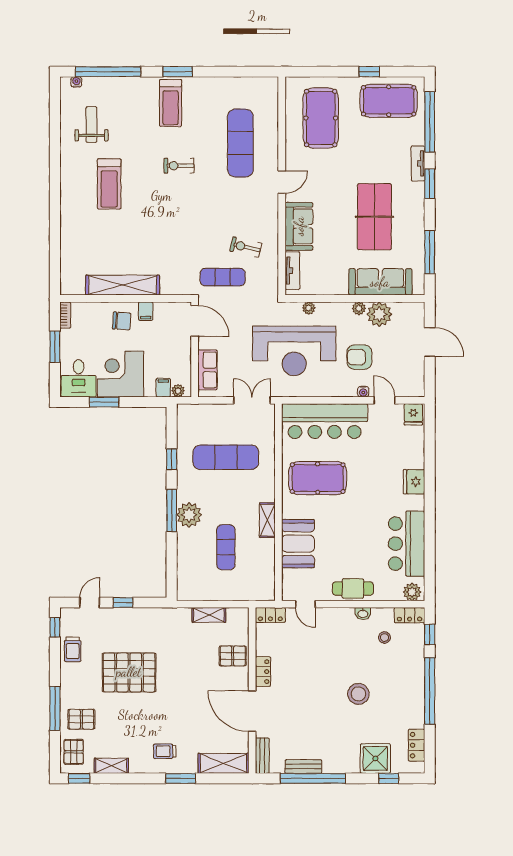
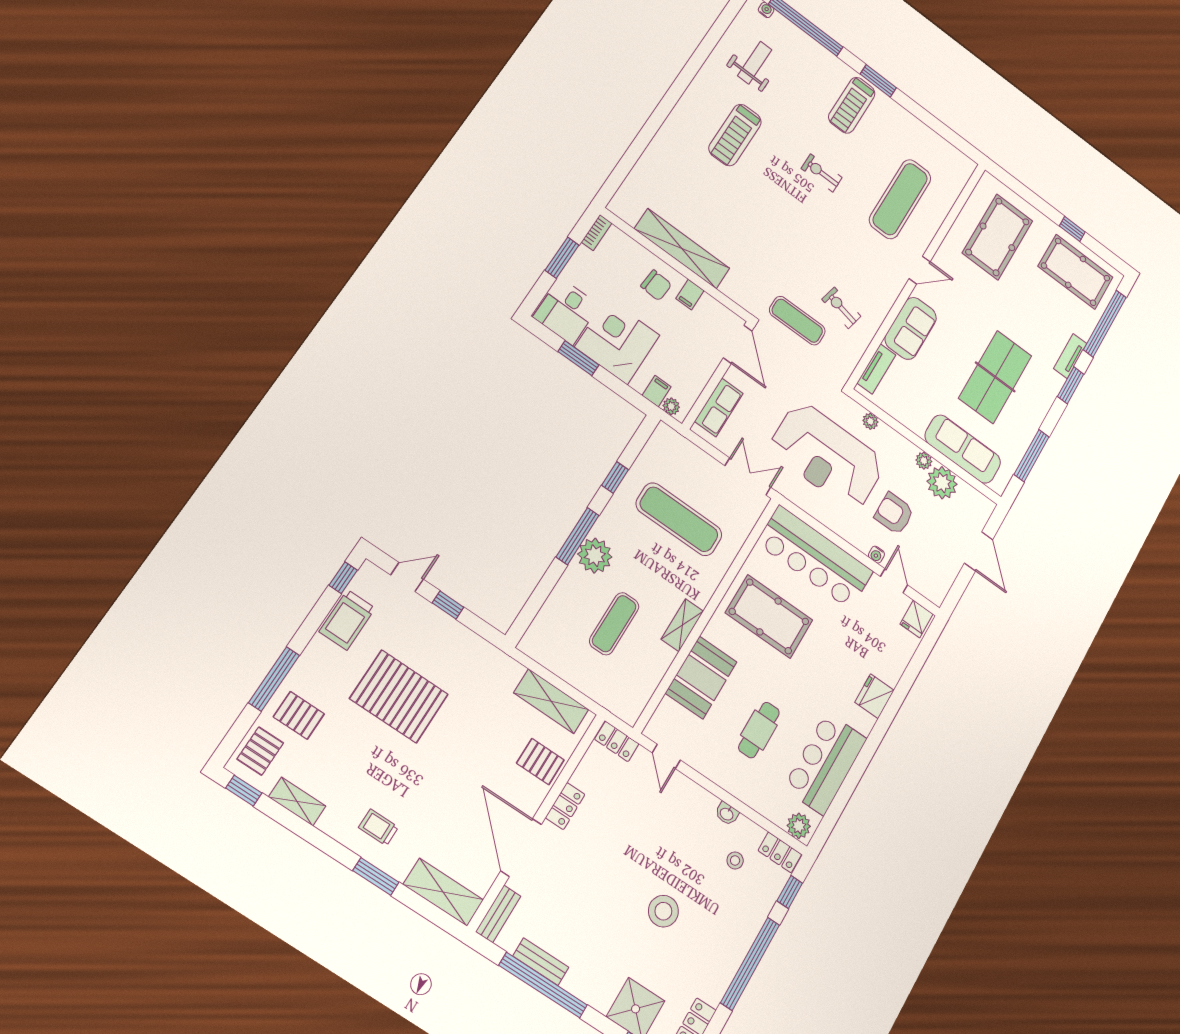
cafe table: (353, 589) -> (759, 730), moved, turned 90
shelving: (209, 615) -> (551, 701), width x1.50, depth x1.33
trolley: (73, 649) -> (347, 620), width x1.36, depth x1.39

